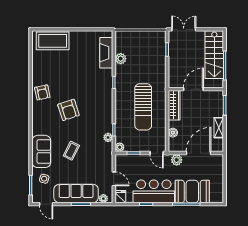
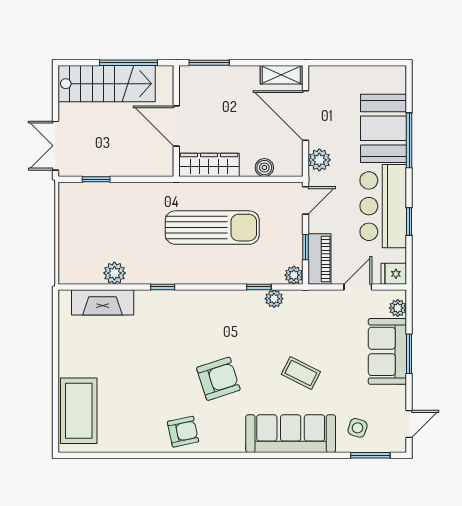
shelving: (219, 128) -> (281, 75), moved
sofa: (41, 151) -> (291, 434), width x1.36
piano: (128, 160) -> (320, 259), added
sofa: (76, 193) -> (387, 351), width x0.73

